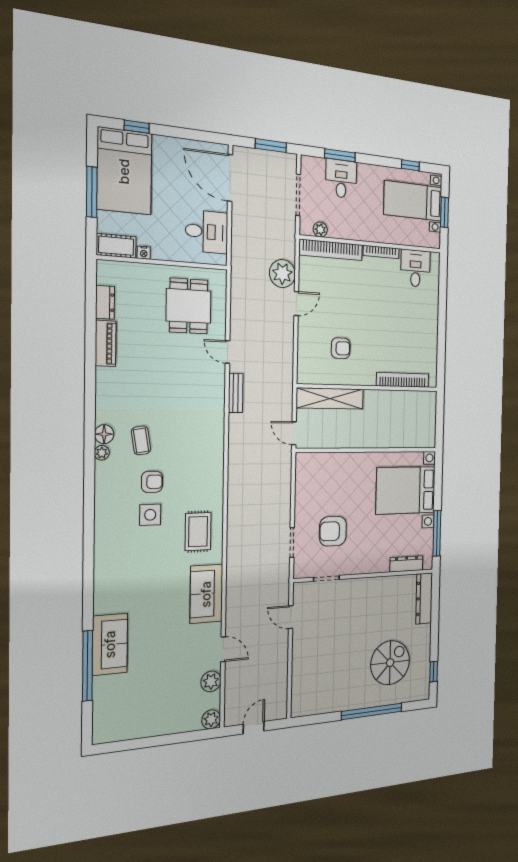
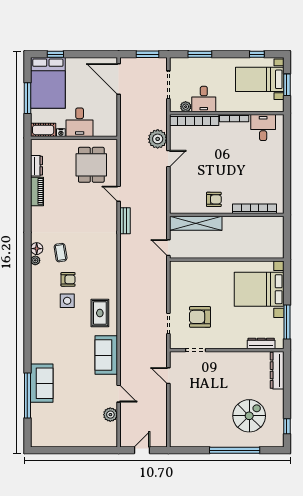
desk: (341, 179) -> (204, 99), moved, turned 180
desk: (207, 232) -> (80, 122), moved, turned 90
armchair: (341, 348) -> (214, 199), moved
plant: (211, 719) -> (111, 441), removed

